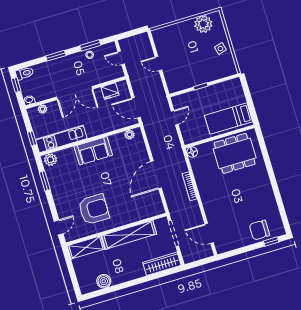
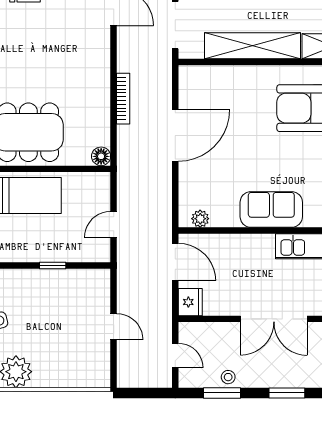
fridge: (110, 91) -> (190, 302), moved, turned 90
double door: (75, 93) -> (274, 319), swing flipped

